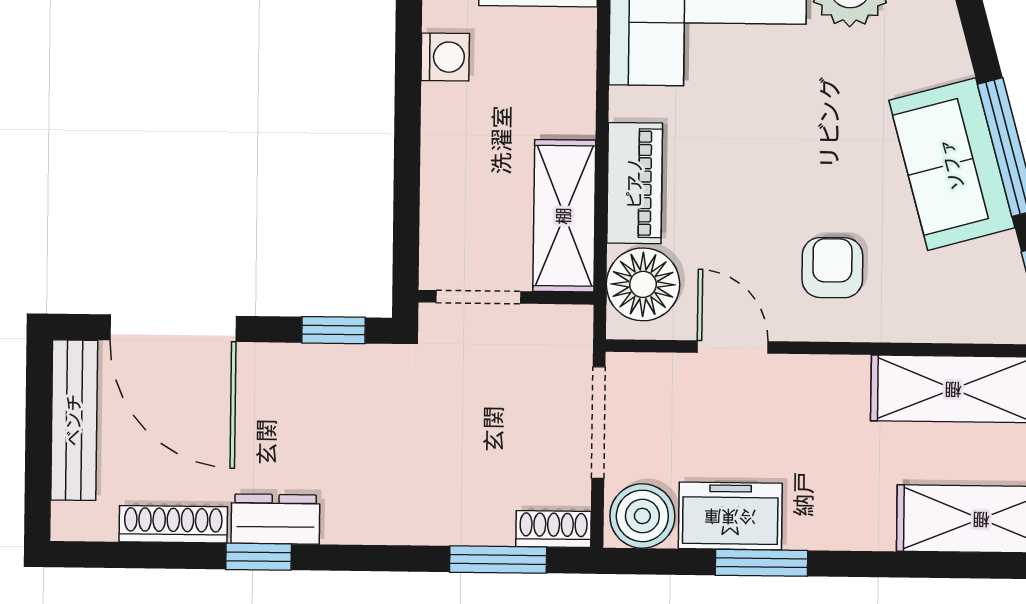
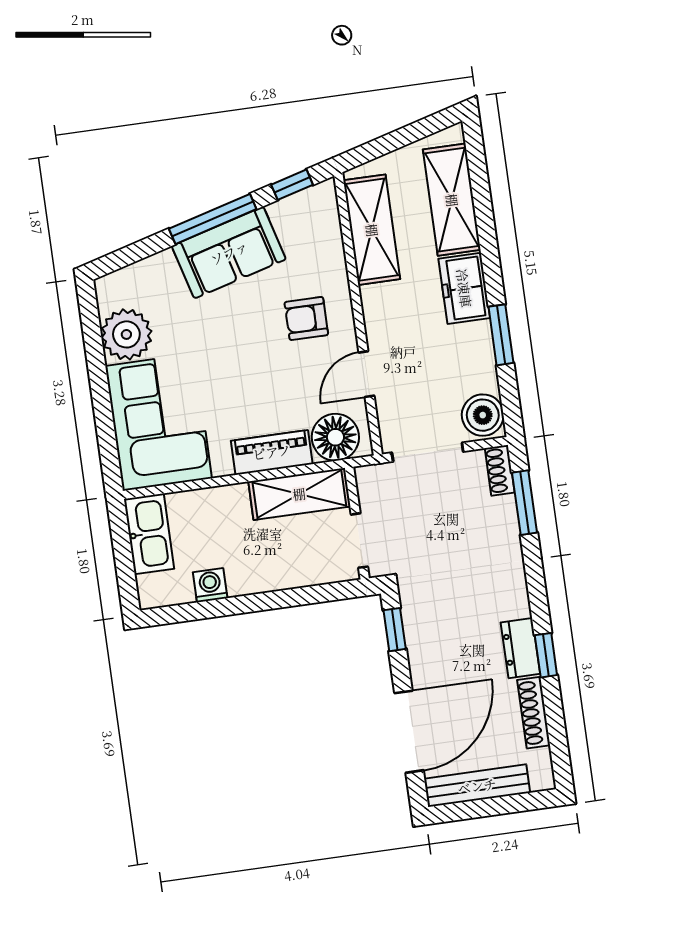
freezer: (730, 516) -> (464, 288), moved

